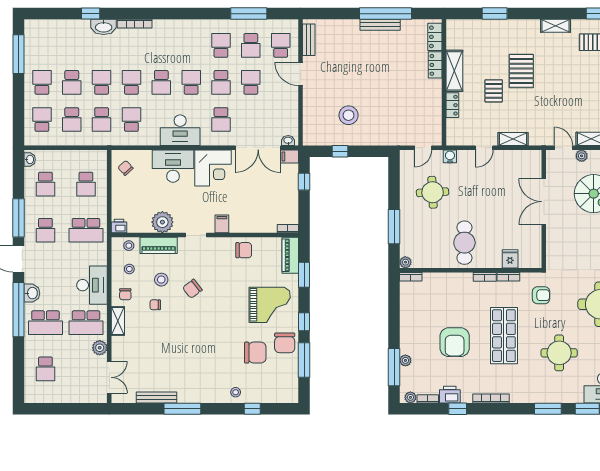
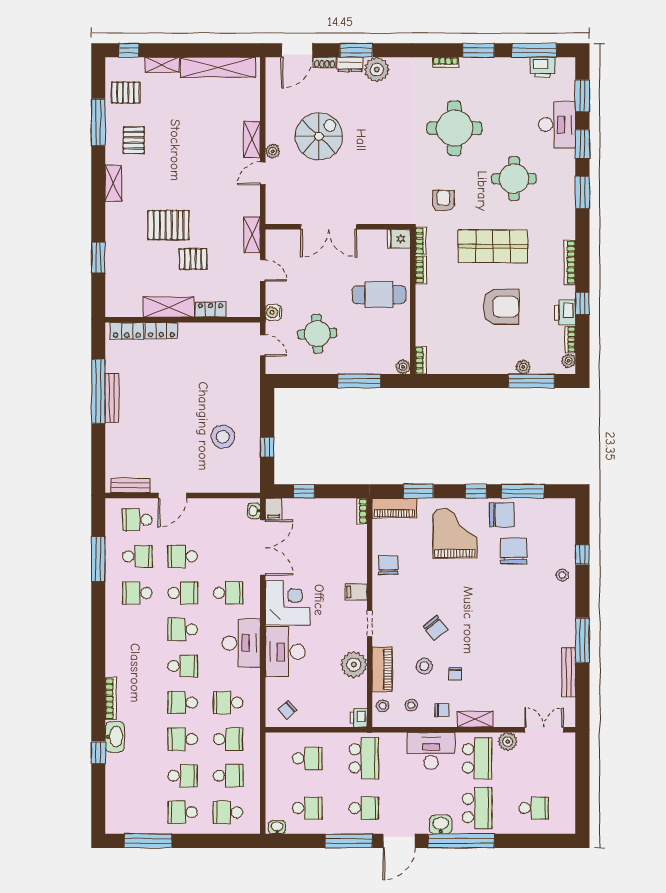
double door: (544, 202) -> (329, 227), moved
wall: (544, 209) -> (338, 227), moved

